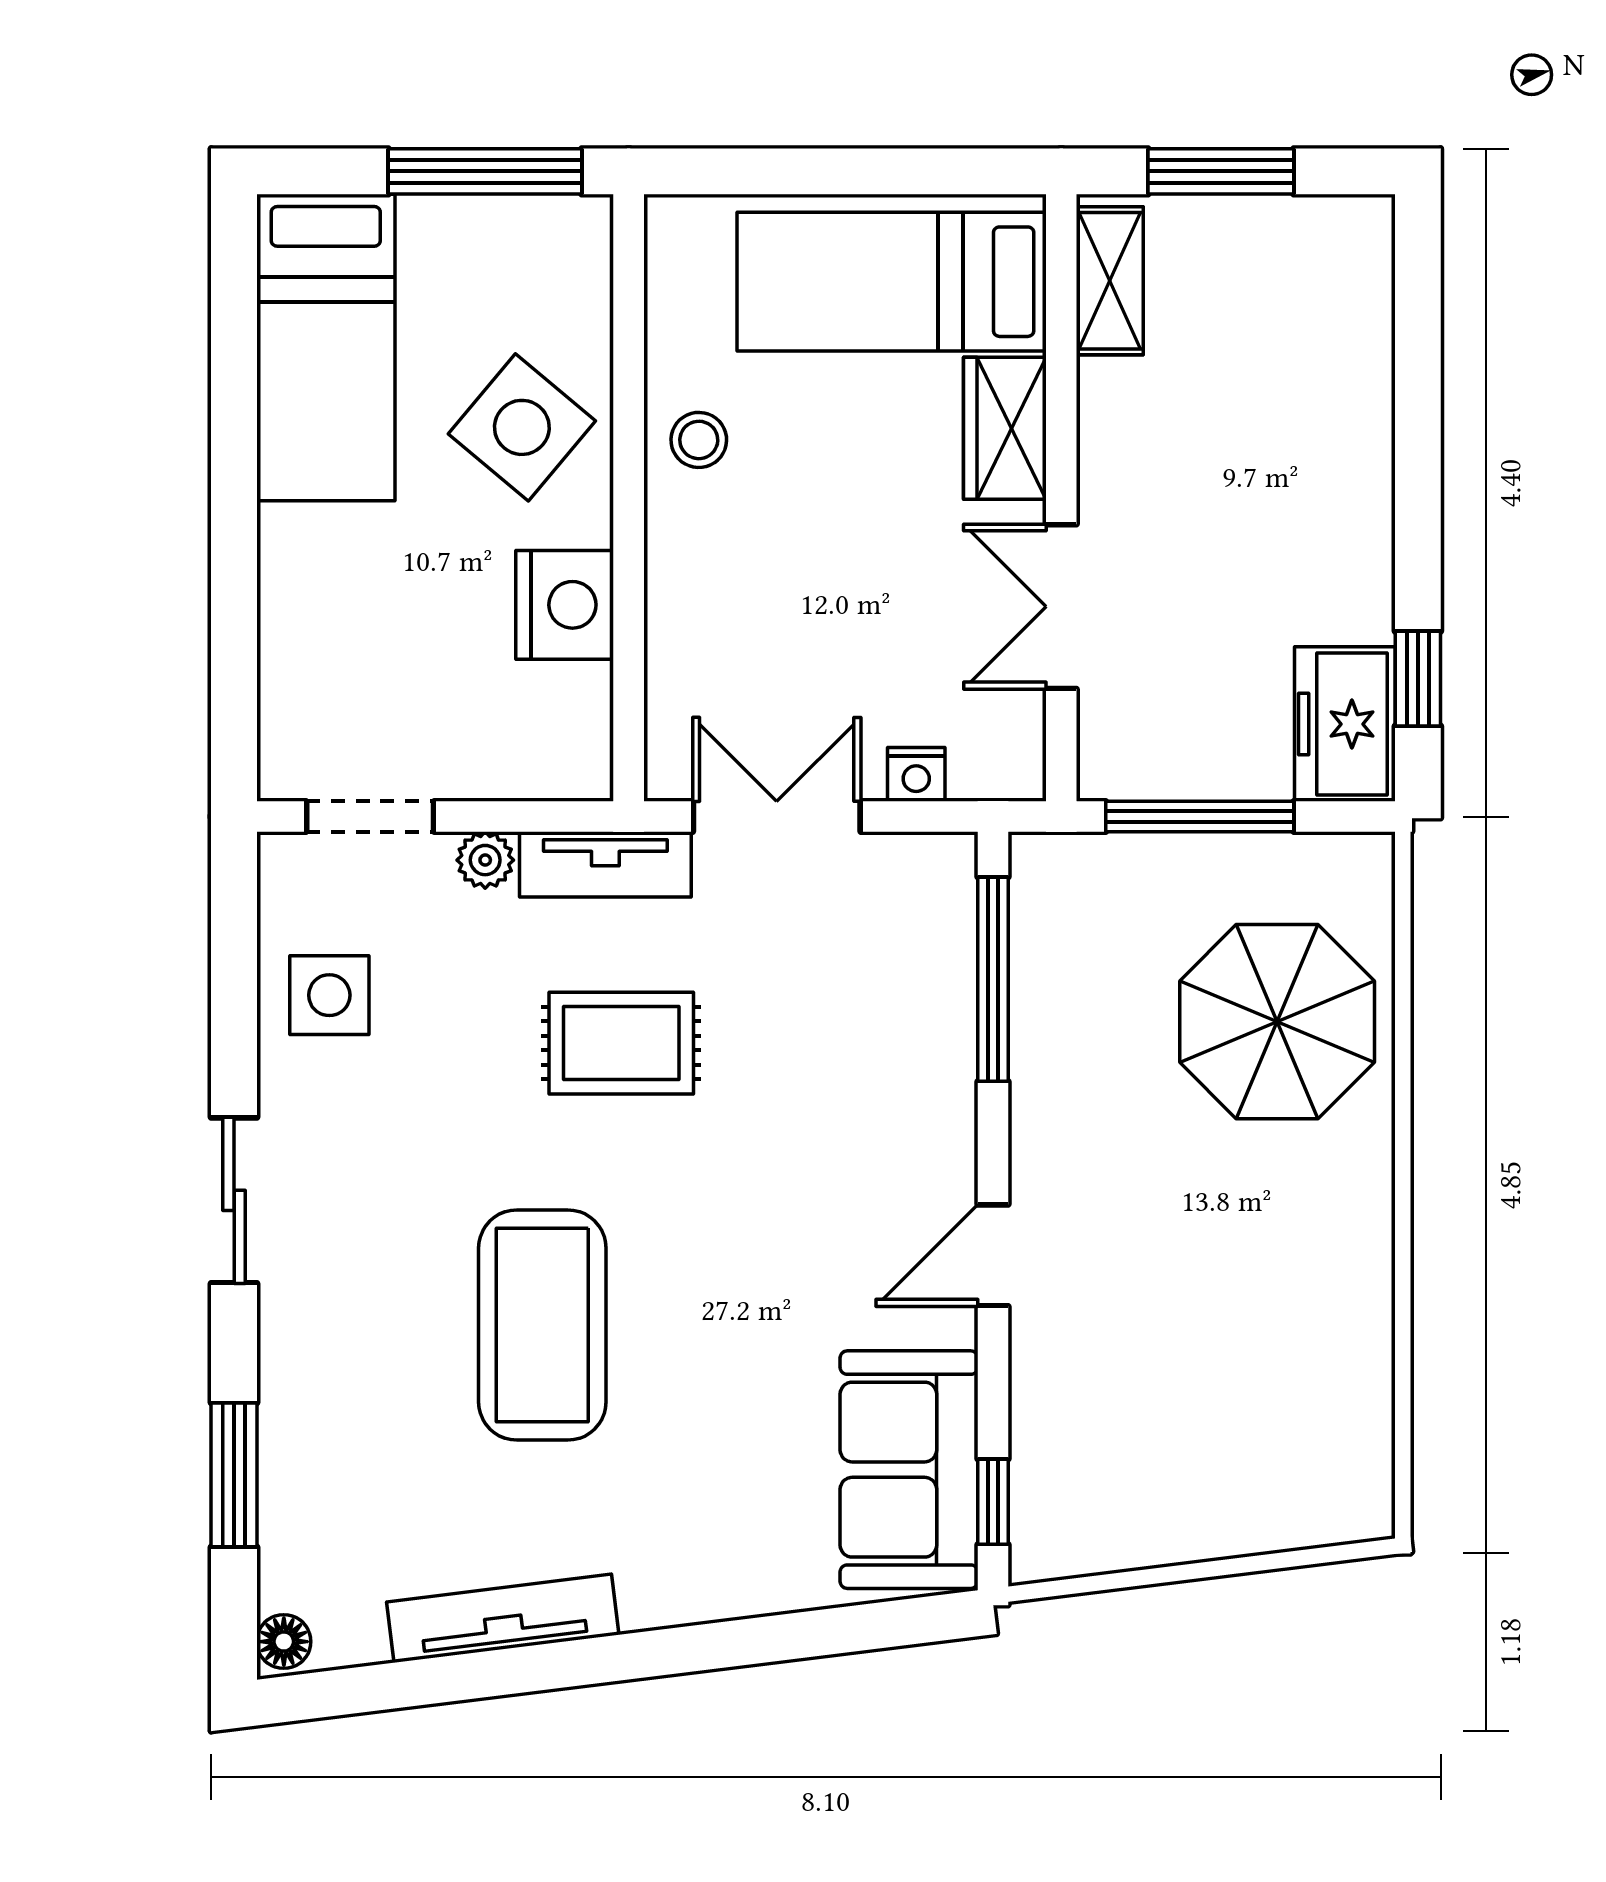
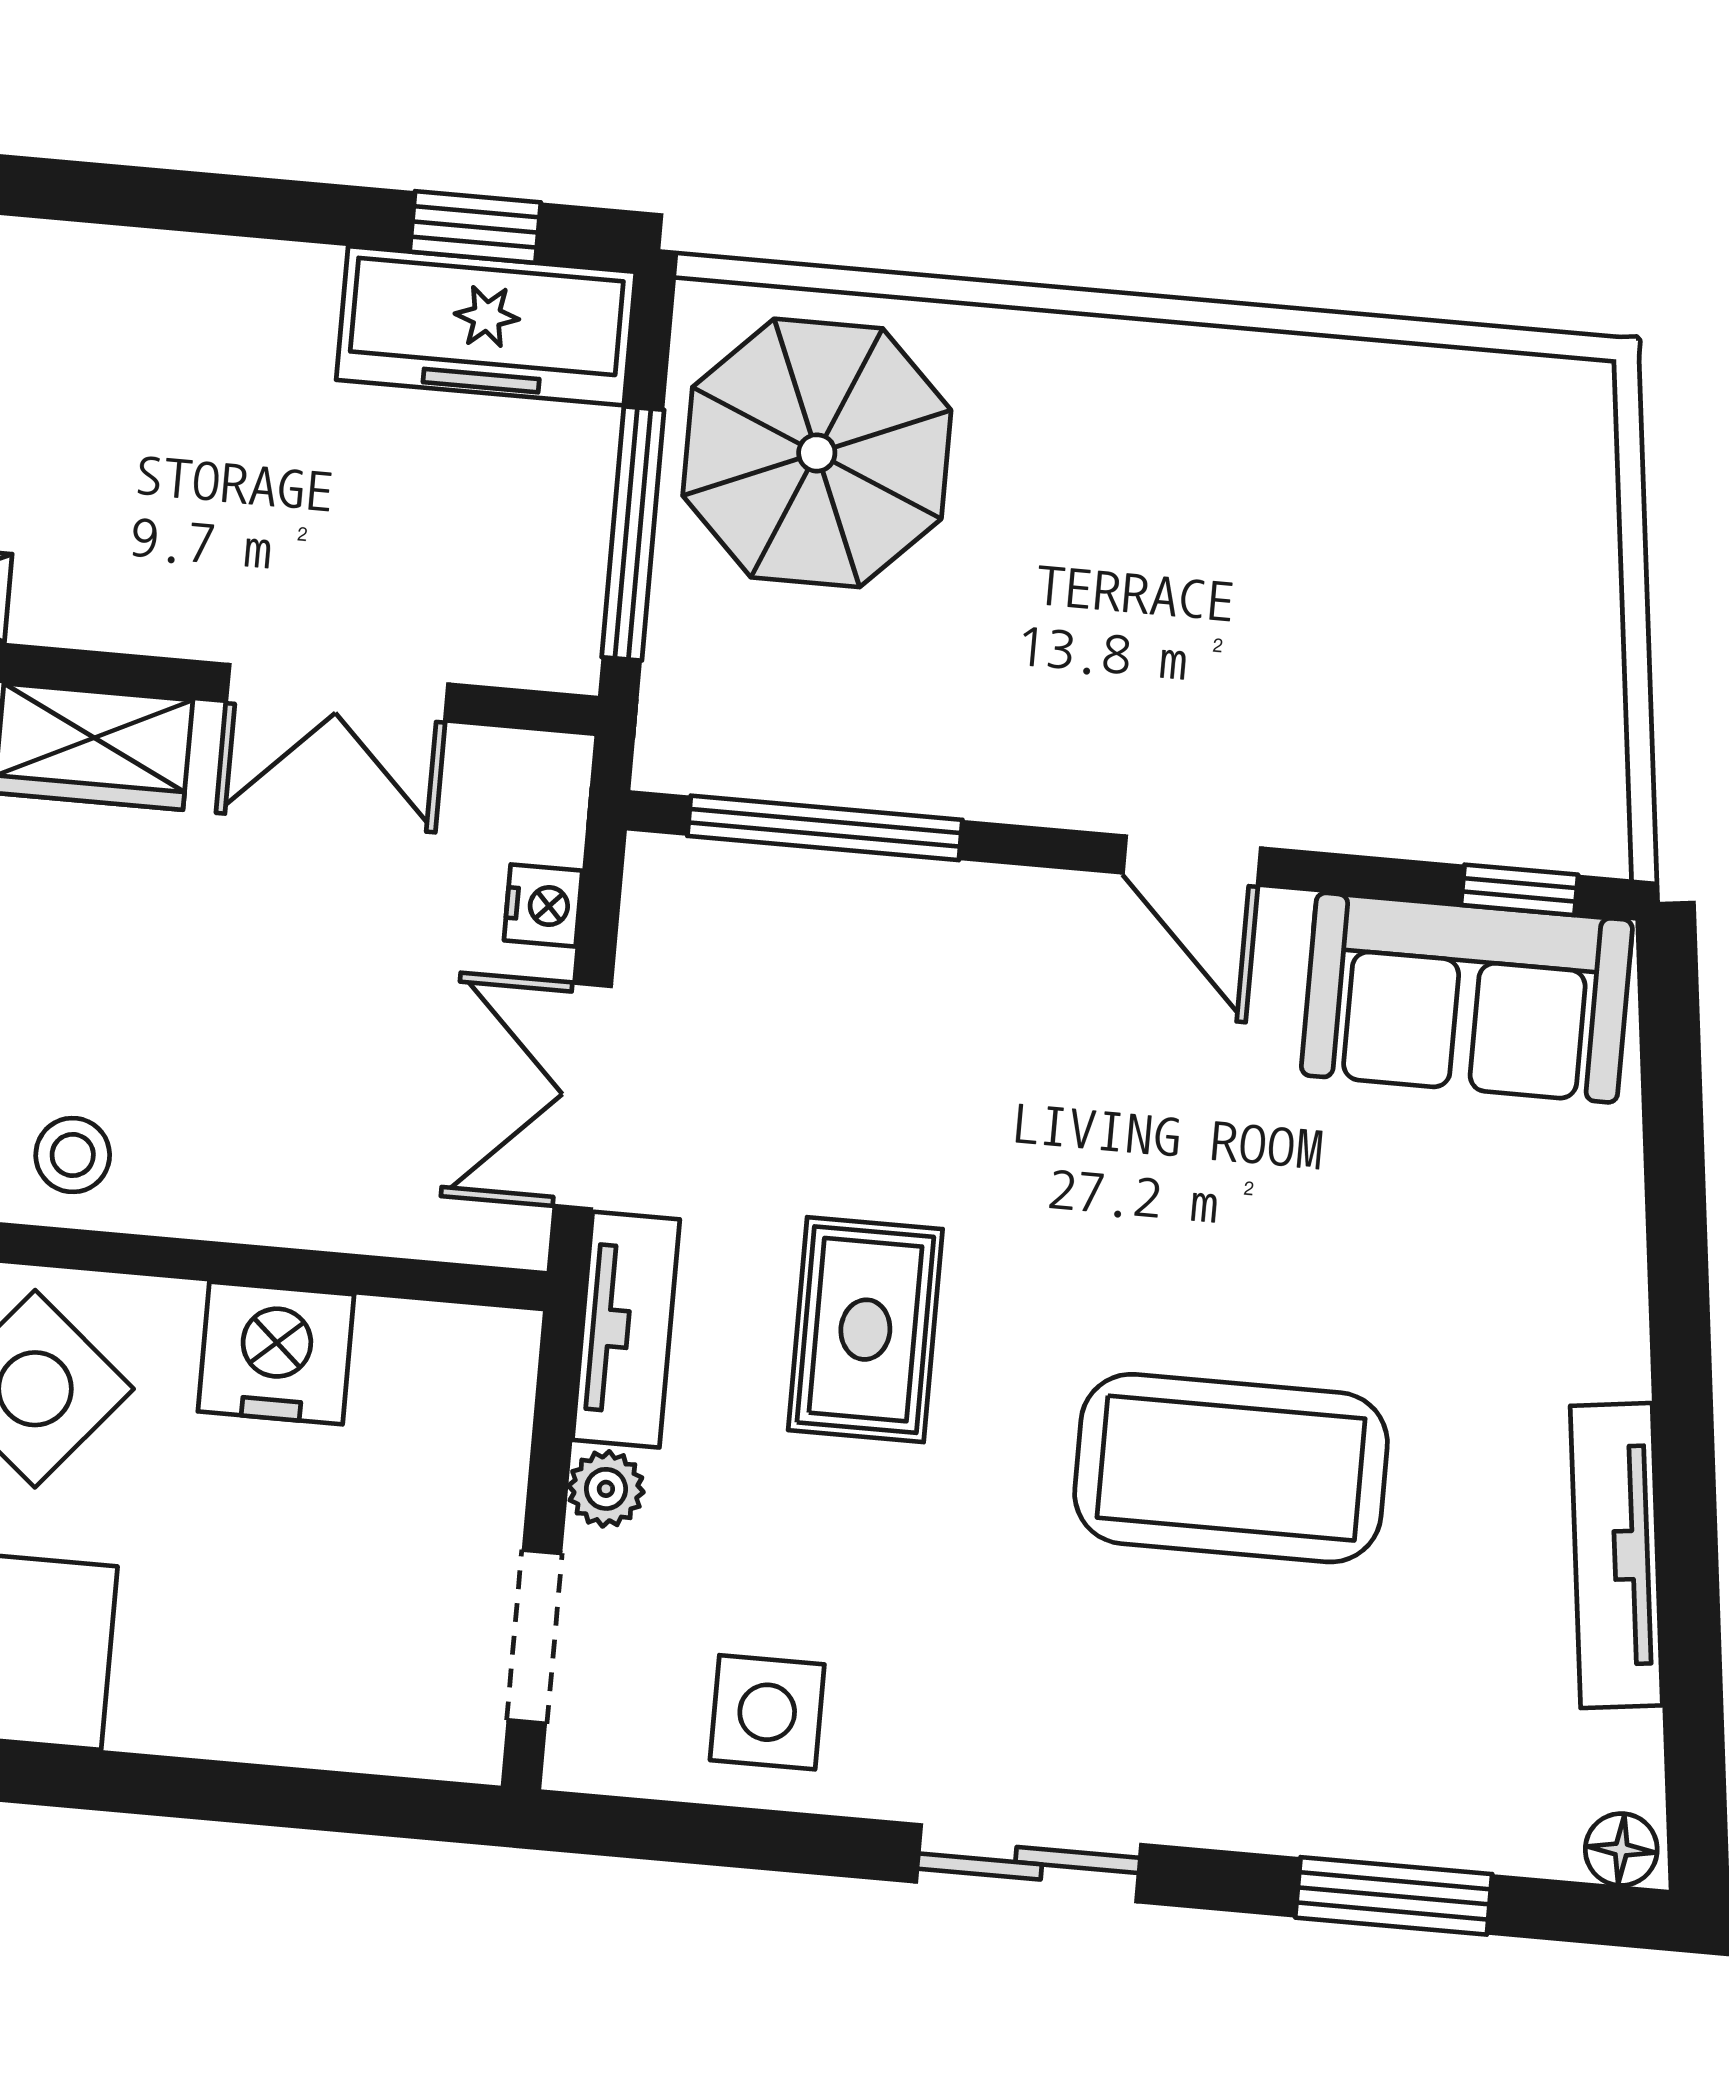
freezer: (1345, 724) -> (486, 326), width x1.40
parasol: (1277, 1022) -> (817, 453), moved

